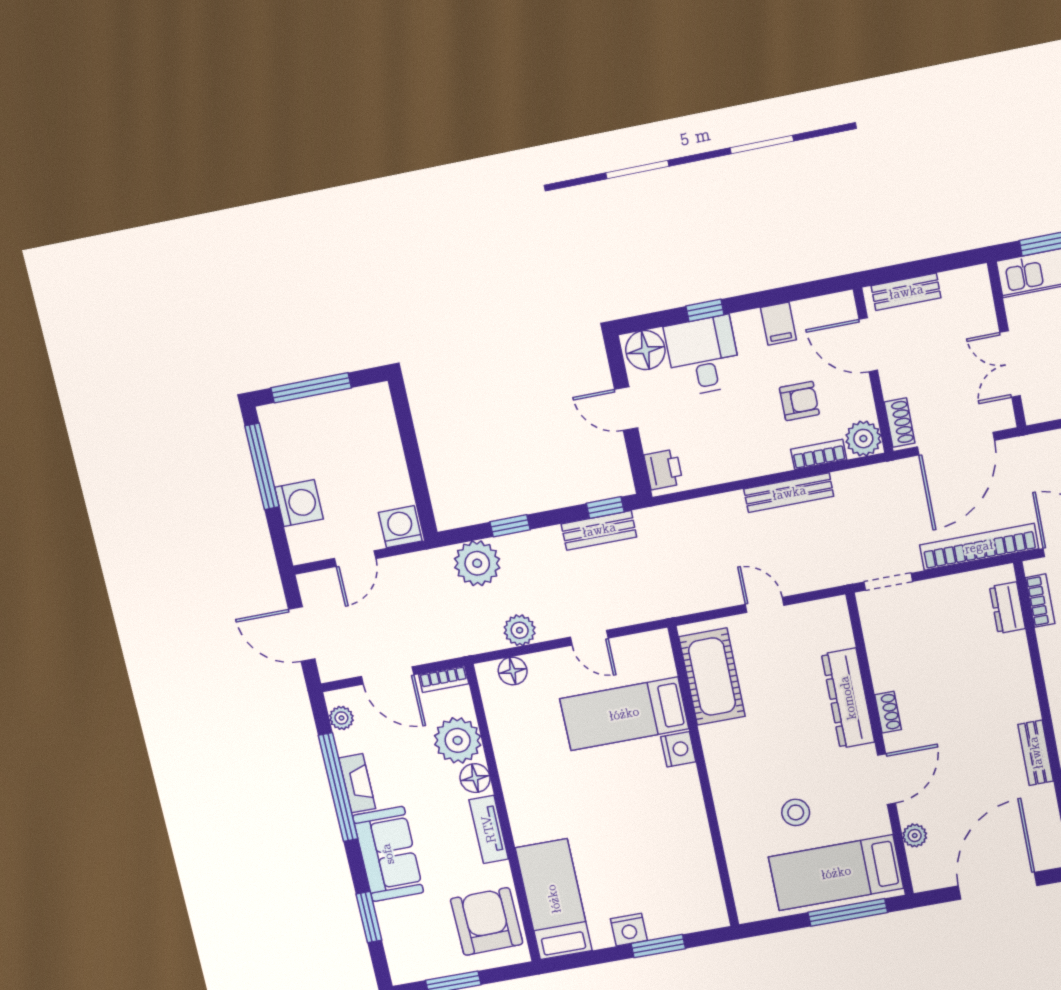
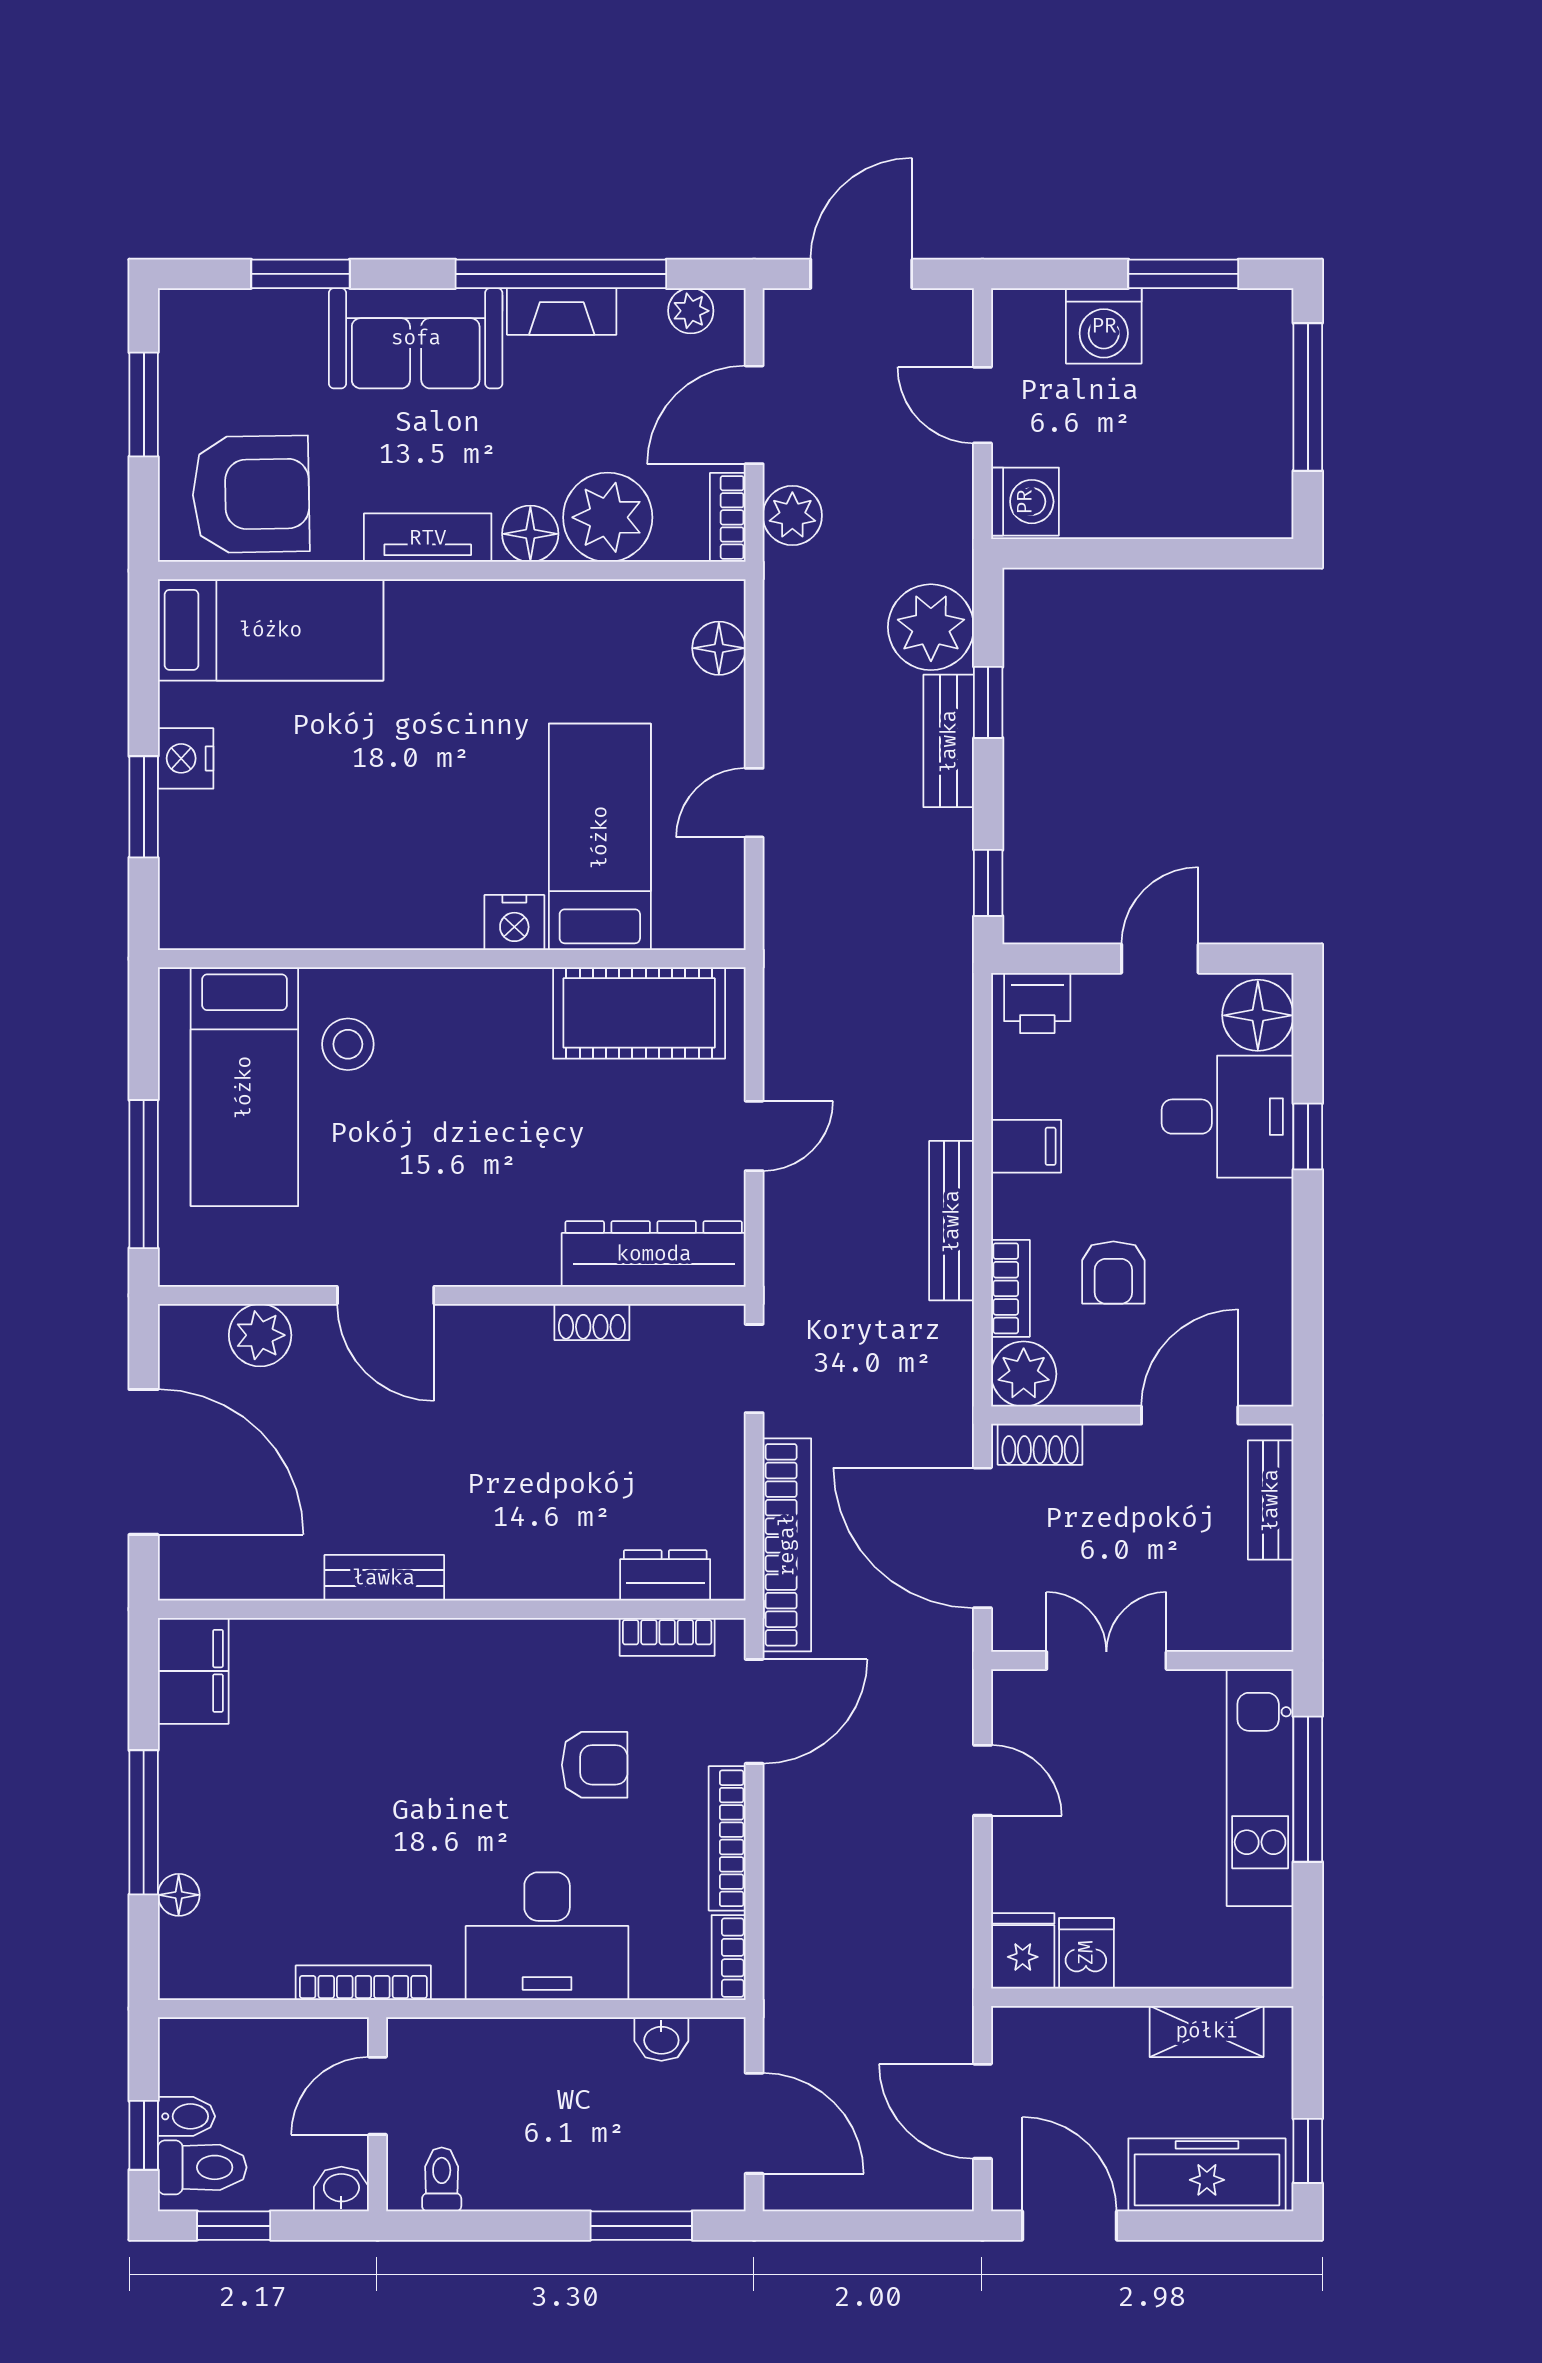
filing cabinet: (778, 324) -> (1026, 1146), moved, turned 180
window: (262, 466) -> (1183, 274), width x0.69
bench: (599, 530) -> (949, 741), moved
plant: (520, 630) -> (792, 515), moved
dresser: (848, 698) -> (654, 1254), moved
shoe rack: (888, 712) -> (592, 1322), moved
stool: (796, 812) -> (348, 1044), moved
plant: (915, 835) -> (260, 1335), width x1.38, depth x1.38
bed: (836, 873) -> (244, 1087), moved, turned 180

